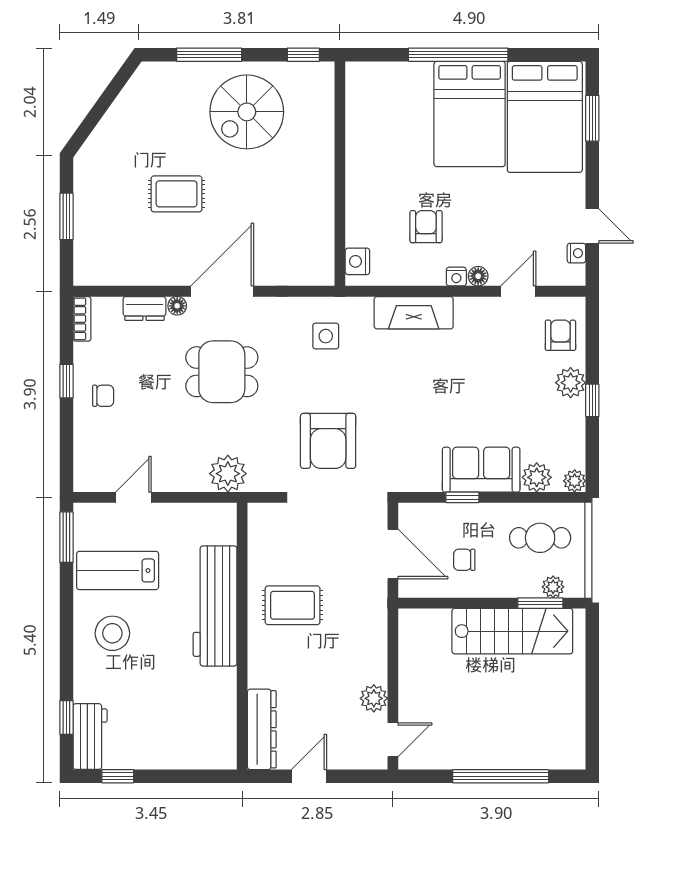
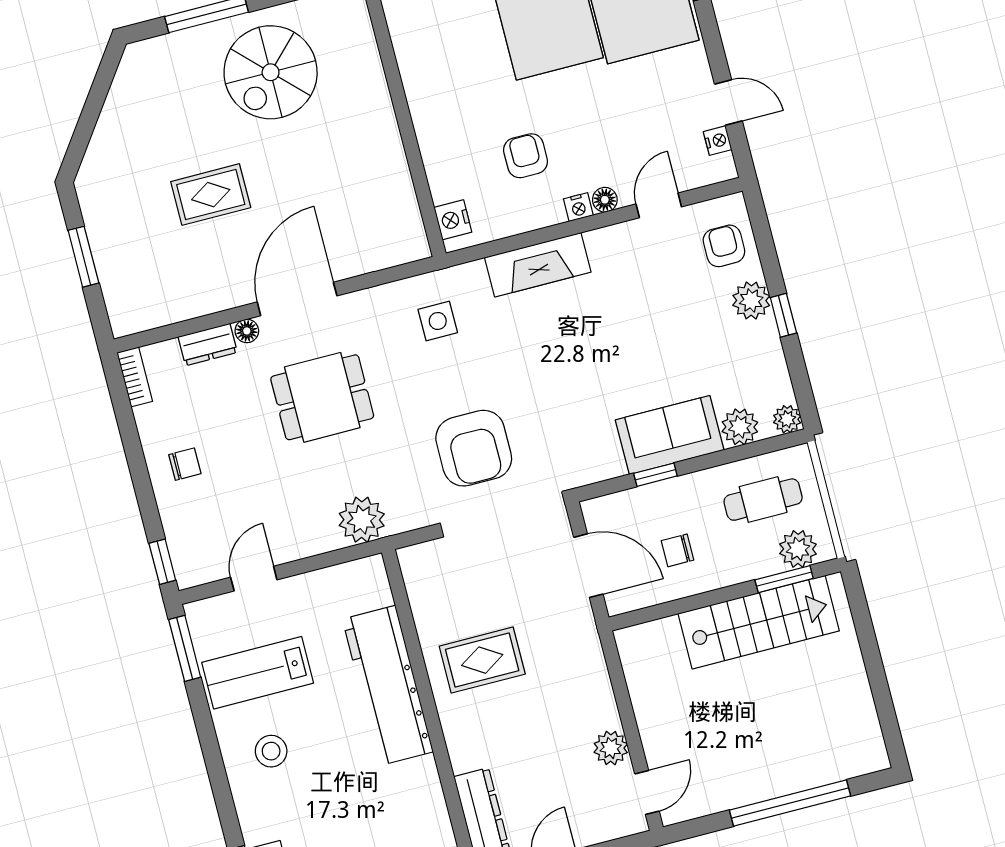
window: (66, 381) -> (162, 562), moved
plant: (553, 587) -> (798, 549), width x1.38, depth x1.38
stool: (112, 633) -> (271, 751), width x0.73, depth x0.73

